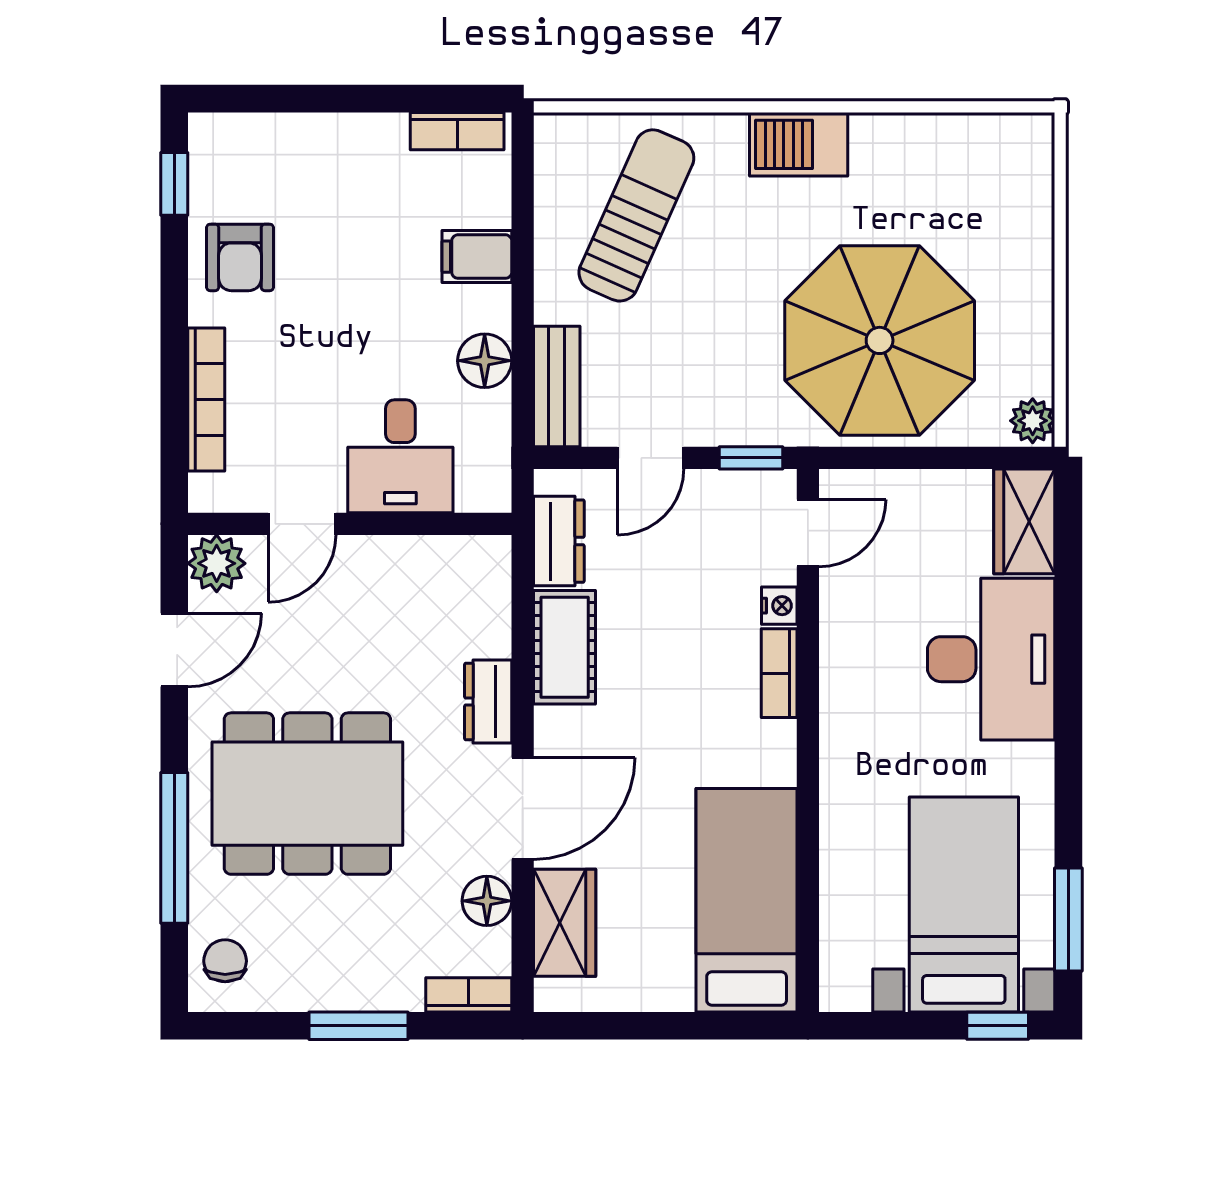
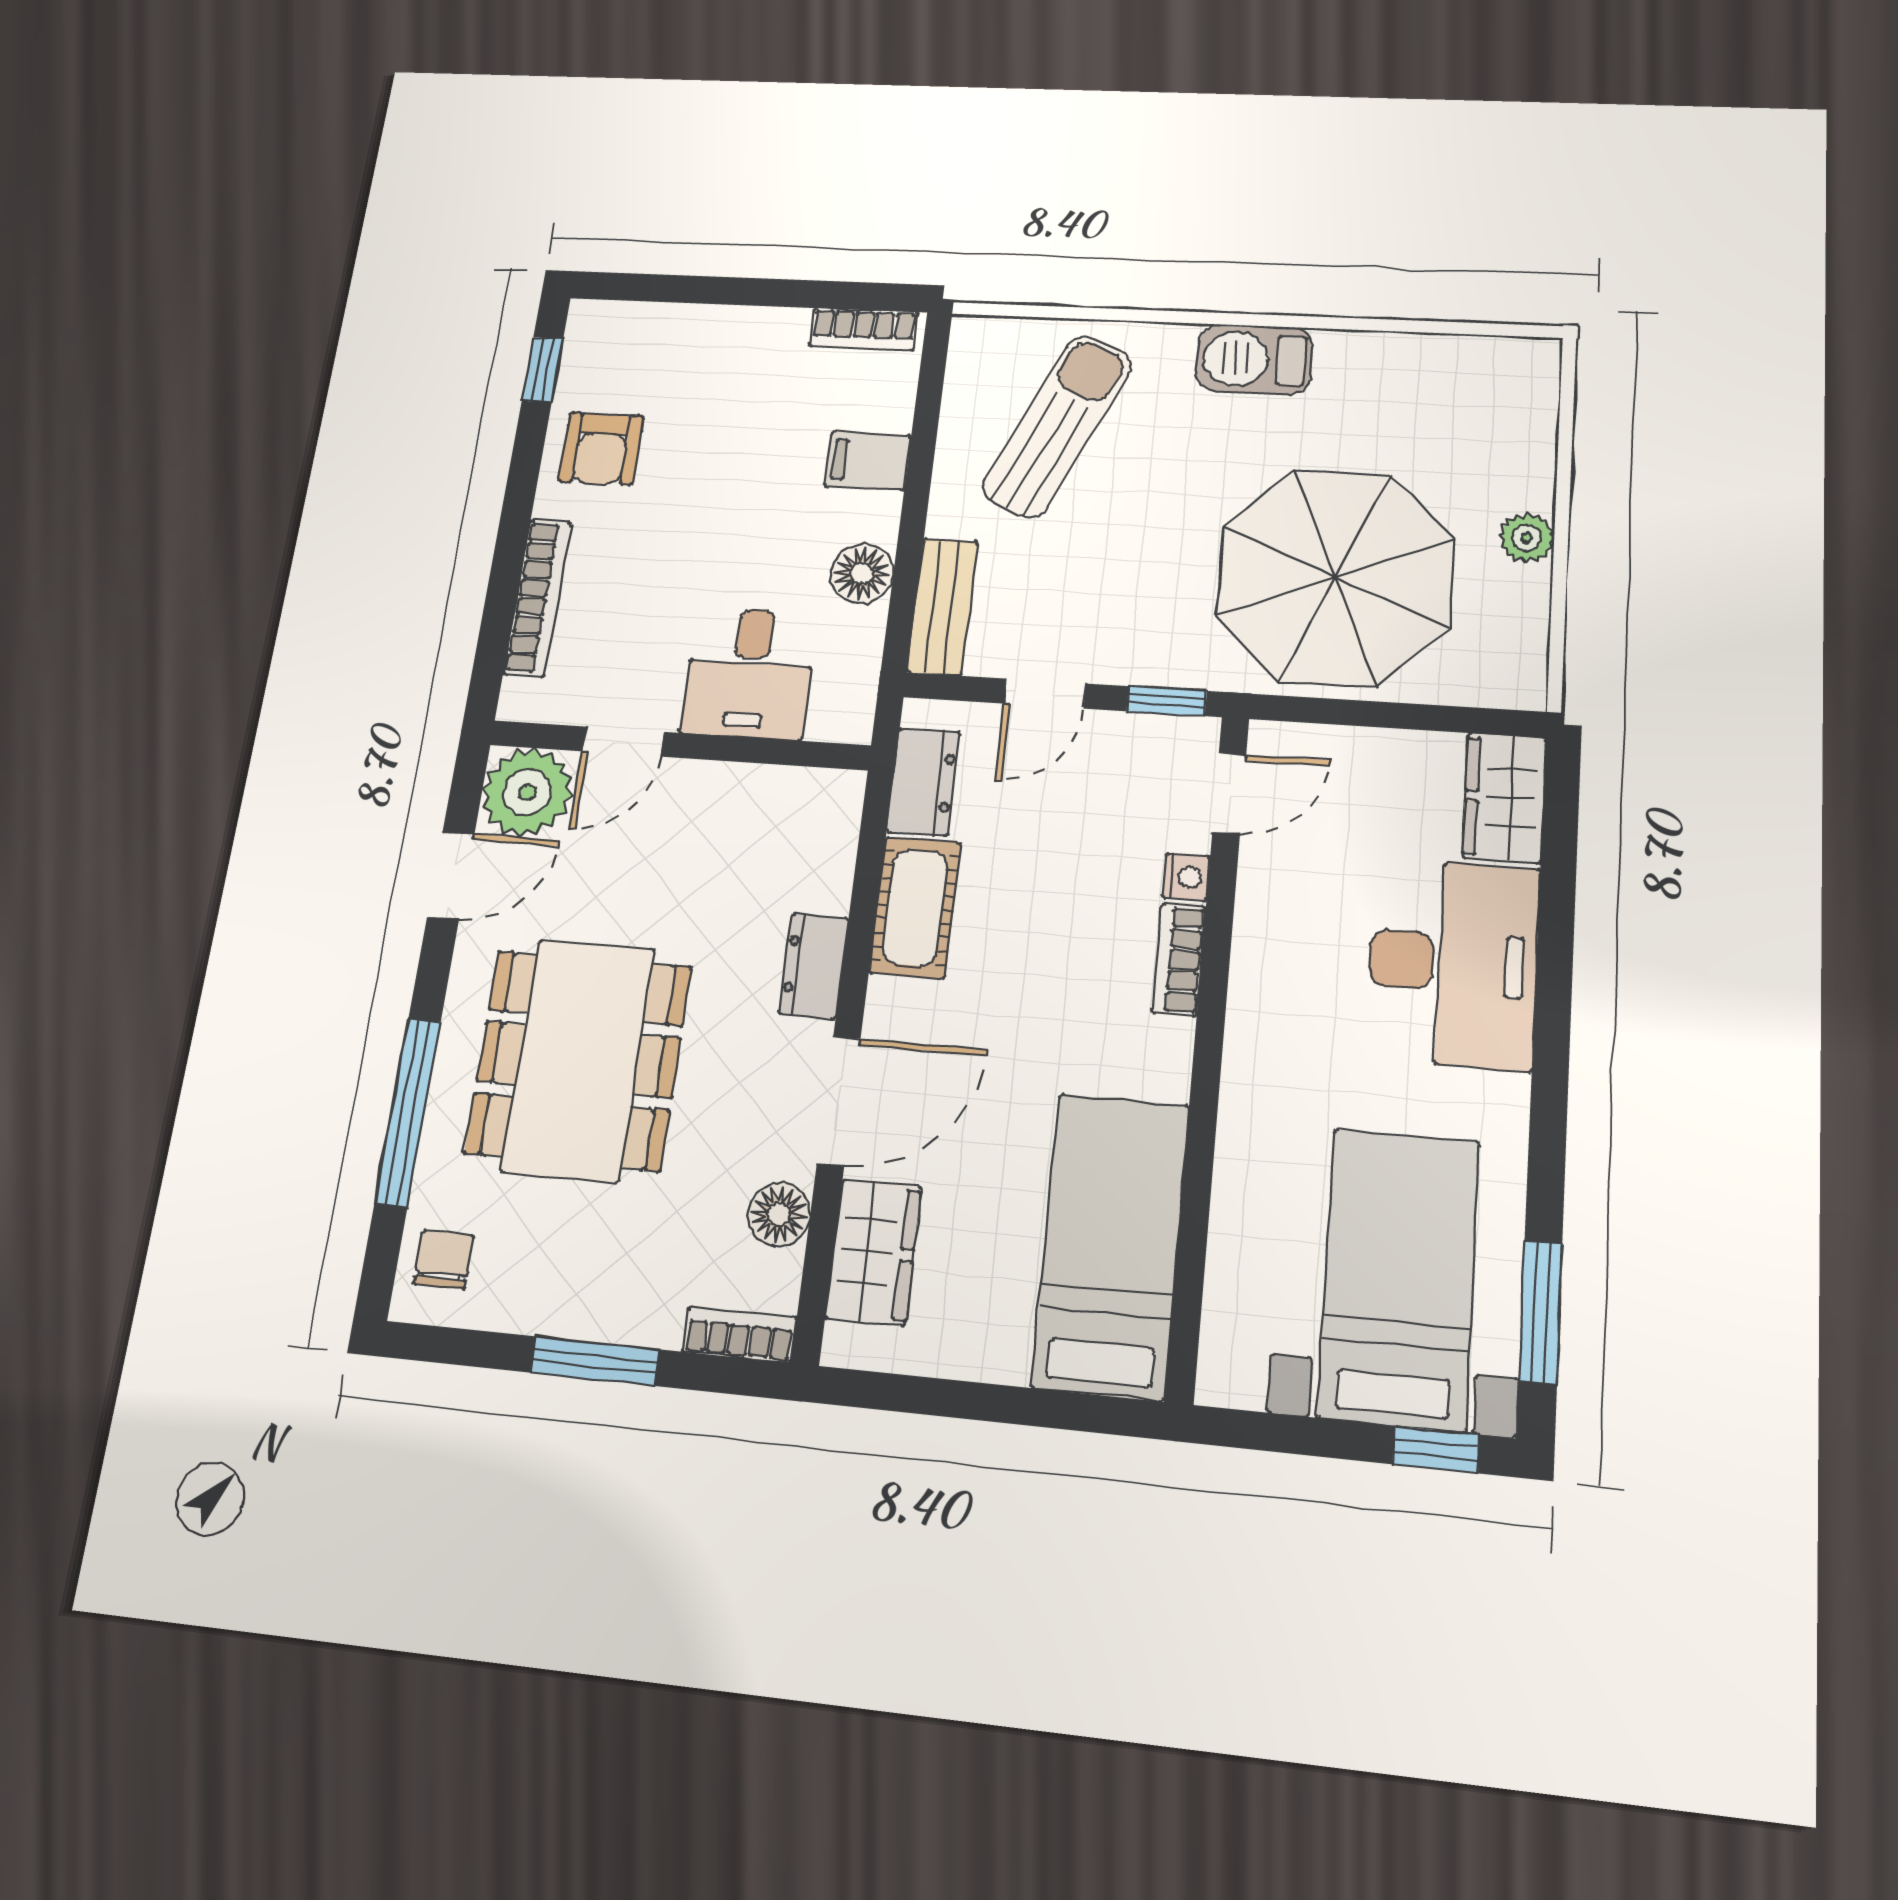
plant: (1033, 421) -> (1527, 538), moved
plant: (217, 563) -> (527, 792), width x1.36, depth x1.36
dining table: (307, 794) -> (578, 1059), turned 90

